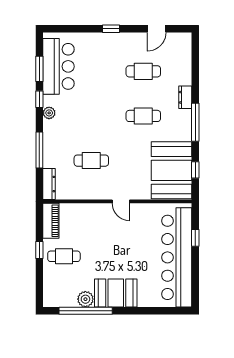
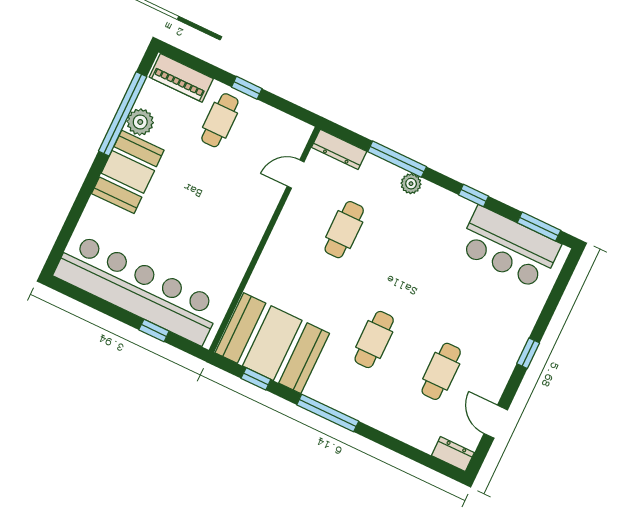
window: (39, 69) -> (539, 227), moved
dresser: (185, 97) -> (453, 454), moved
plant: (49, 113) -> (411, 184), moved
door: (121, 201) -> (296, 174), moved
piano: (51, 221) -> (181, 78), moved

